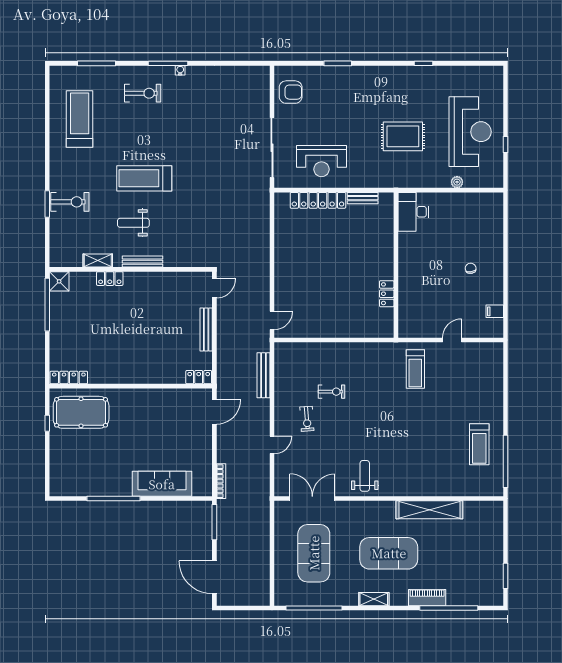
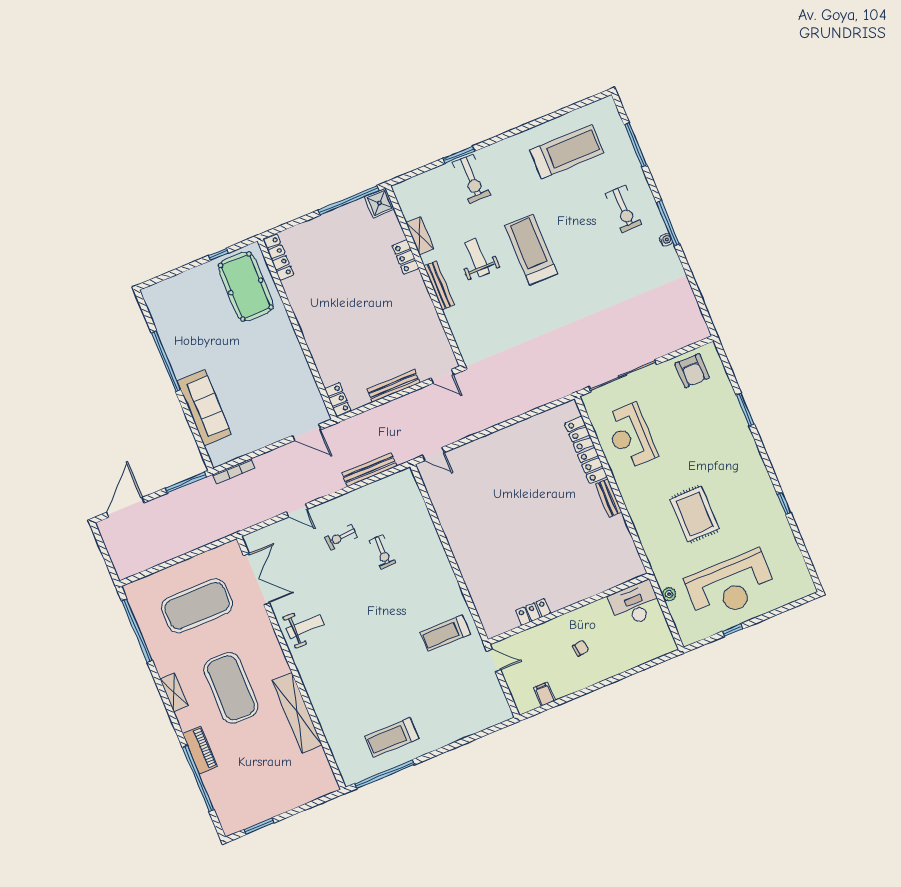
desk: (413, 212) -> (635, 604), moved
wall: (396, 265) -> (569, 609), moved
locker: (387, 294) -> (533, 612), moved

